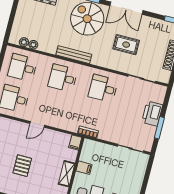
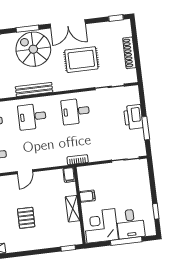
rug: (126, 45) -> (81, 60), width x1.36, depth x1.43

